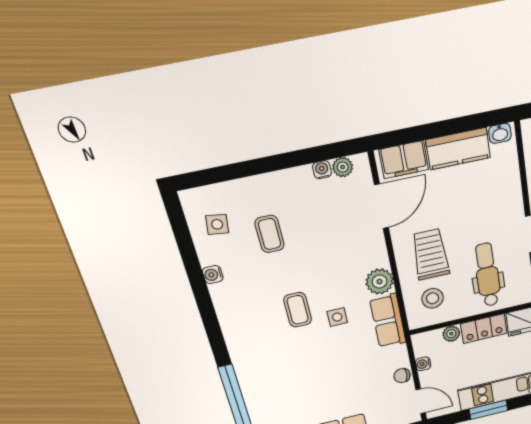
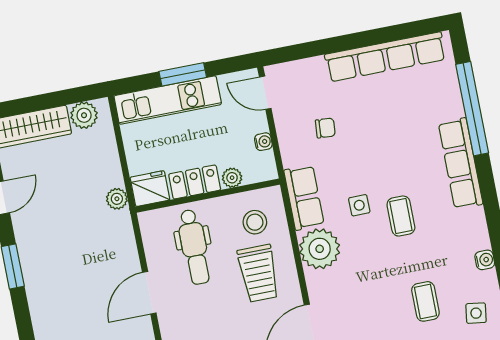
plant: (380, 282) -> (320, 249), width x1.36, depth x1.36
row of seats: (244, 357) -> (461, 163), added
chair: (402, 376) -> (325, 128), moved

